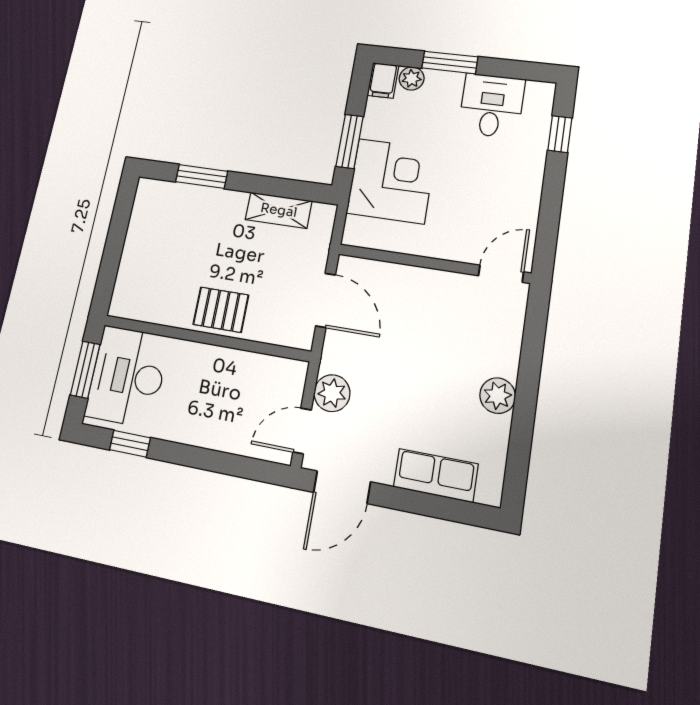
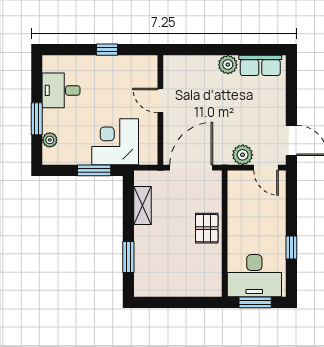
filing cabinet: (383, 80) -> (53, 157), removed
window: (560, 134) -> (107, 50), moved
door: (501, 274) -> (160, 101), moved
door: (326, 300) -> (191, 168), width x1.36
window: (130, 444) -> (291, 247), moved
row of seats: (436, 475) -> (260, 65), moved, turned -90

